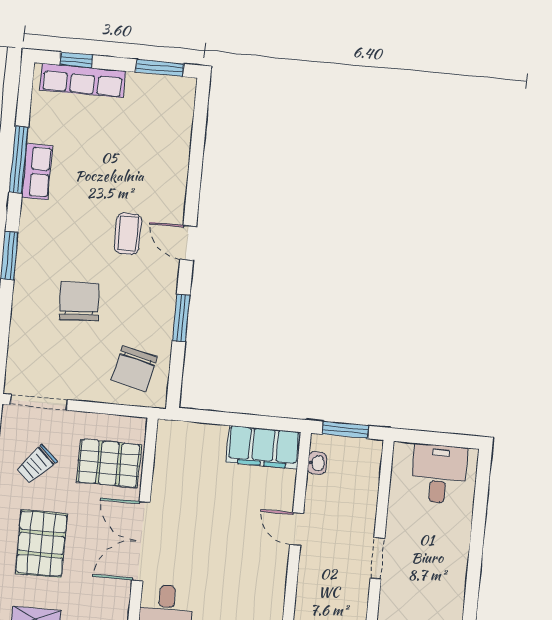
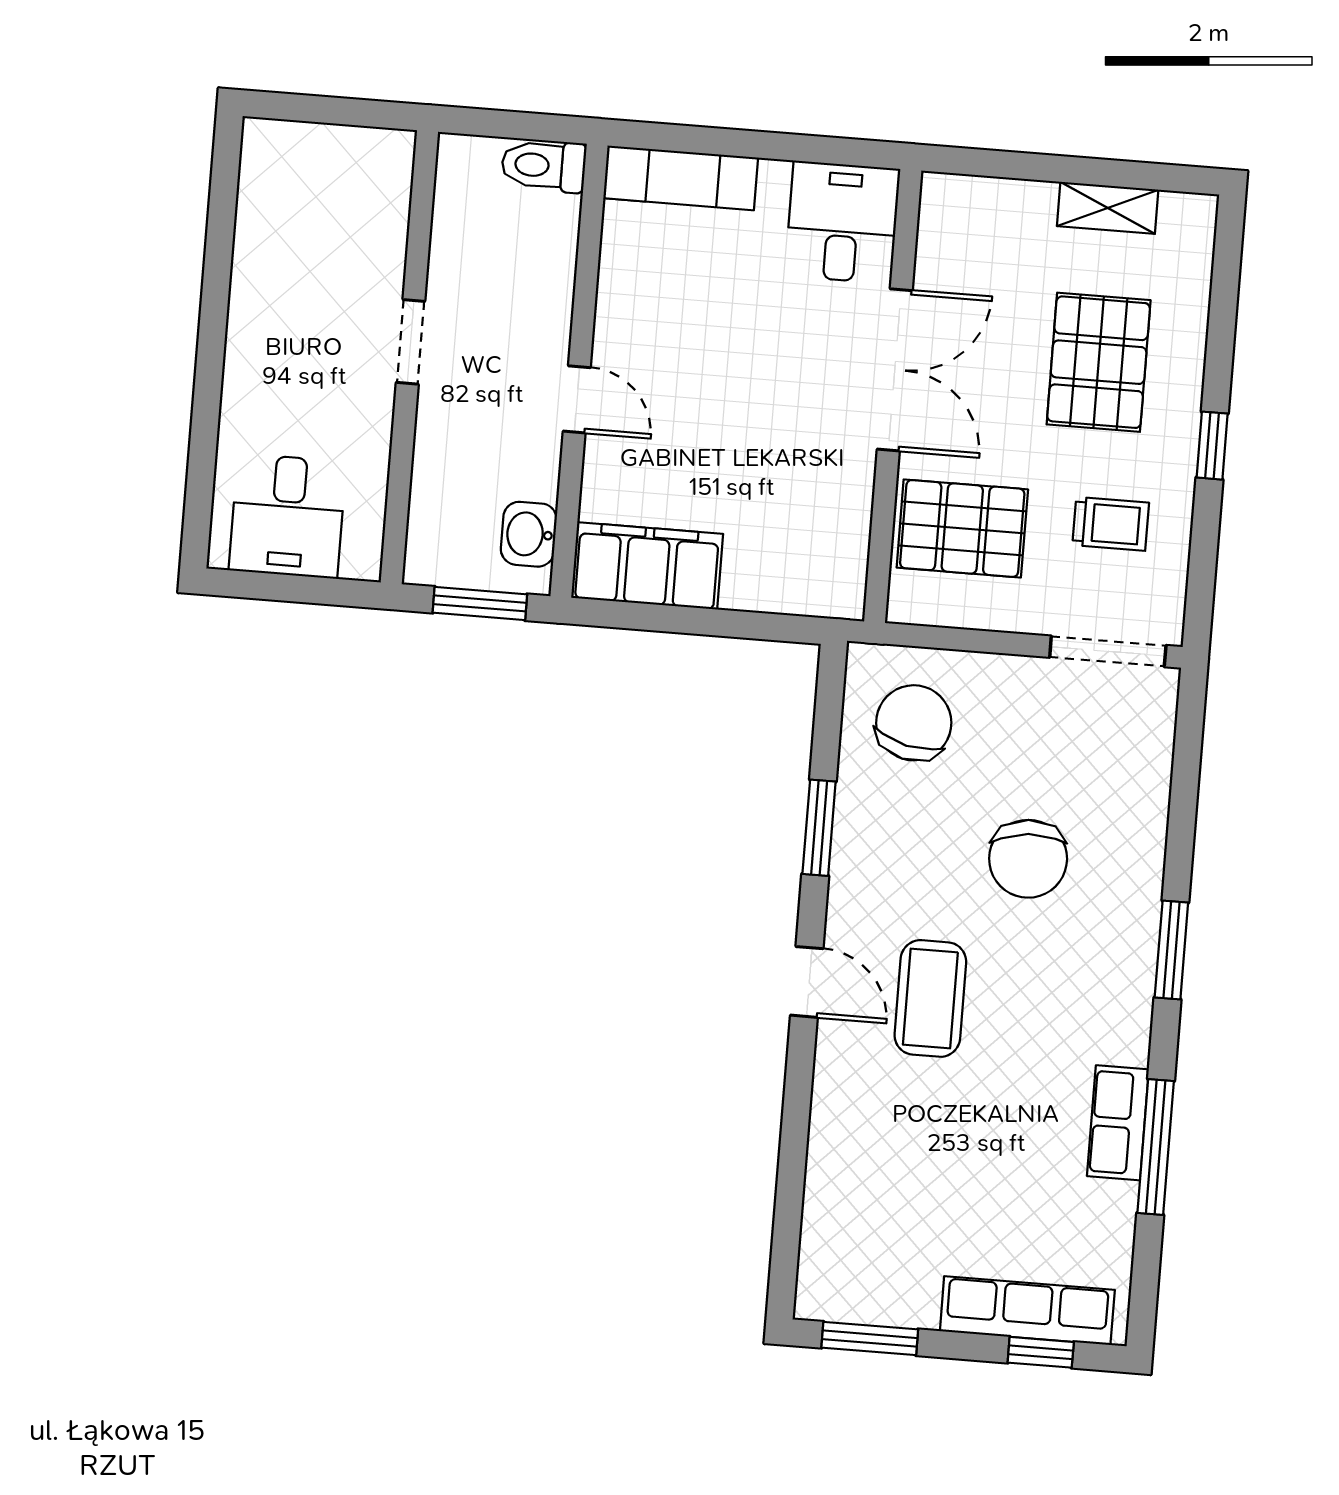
coffee table: (128, 234) -> (930, 998), width x1.36, depth x1.30
washbasin: (317, 463) -> (529, 534), width x1.38, depth x1.45
trolley: (36, 465) -> (1111, 524), turned 47

